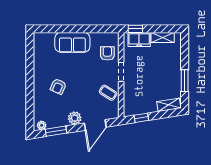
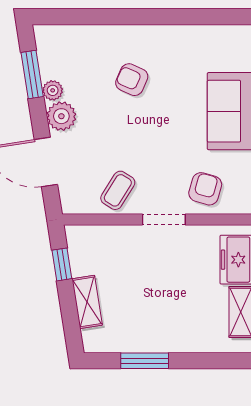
armchair: (107, 53) -> (205, 189), turned -74
shelving: (169, 105) -> (87, 302), moved
plant: (42, 125) -> (53, 90), moved

